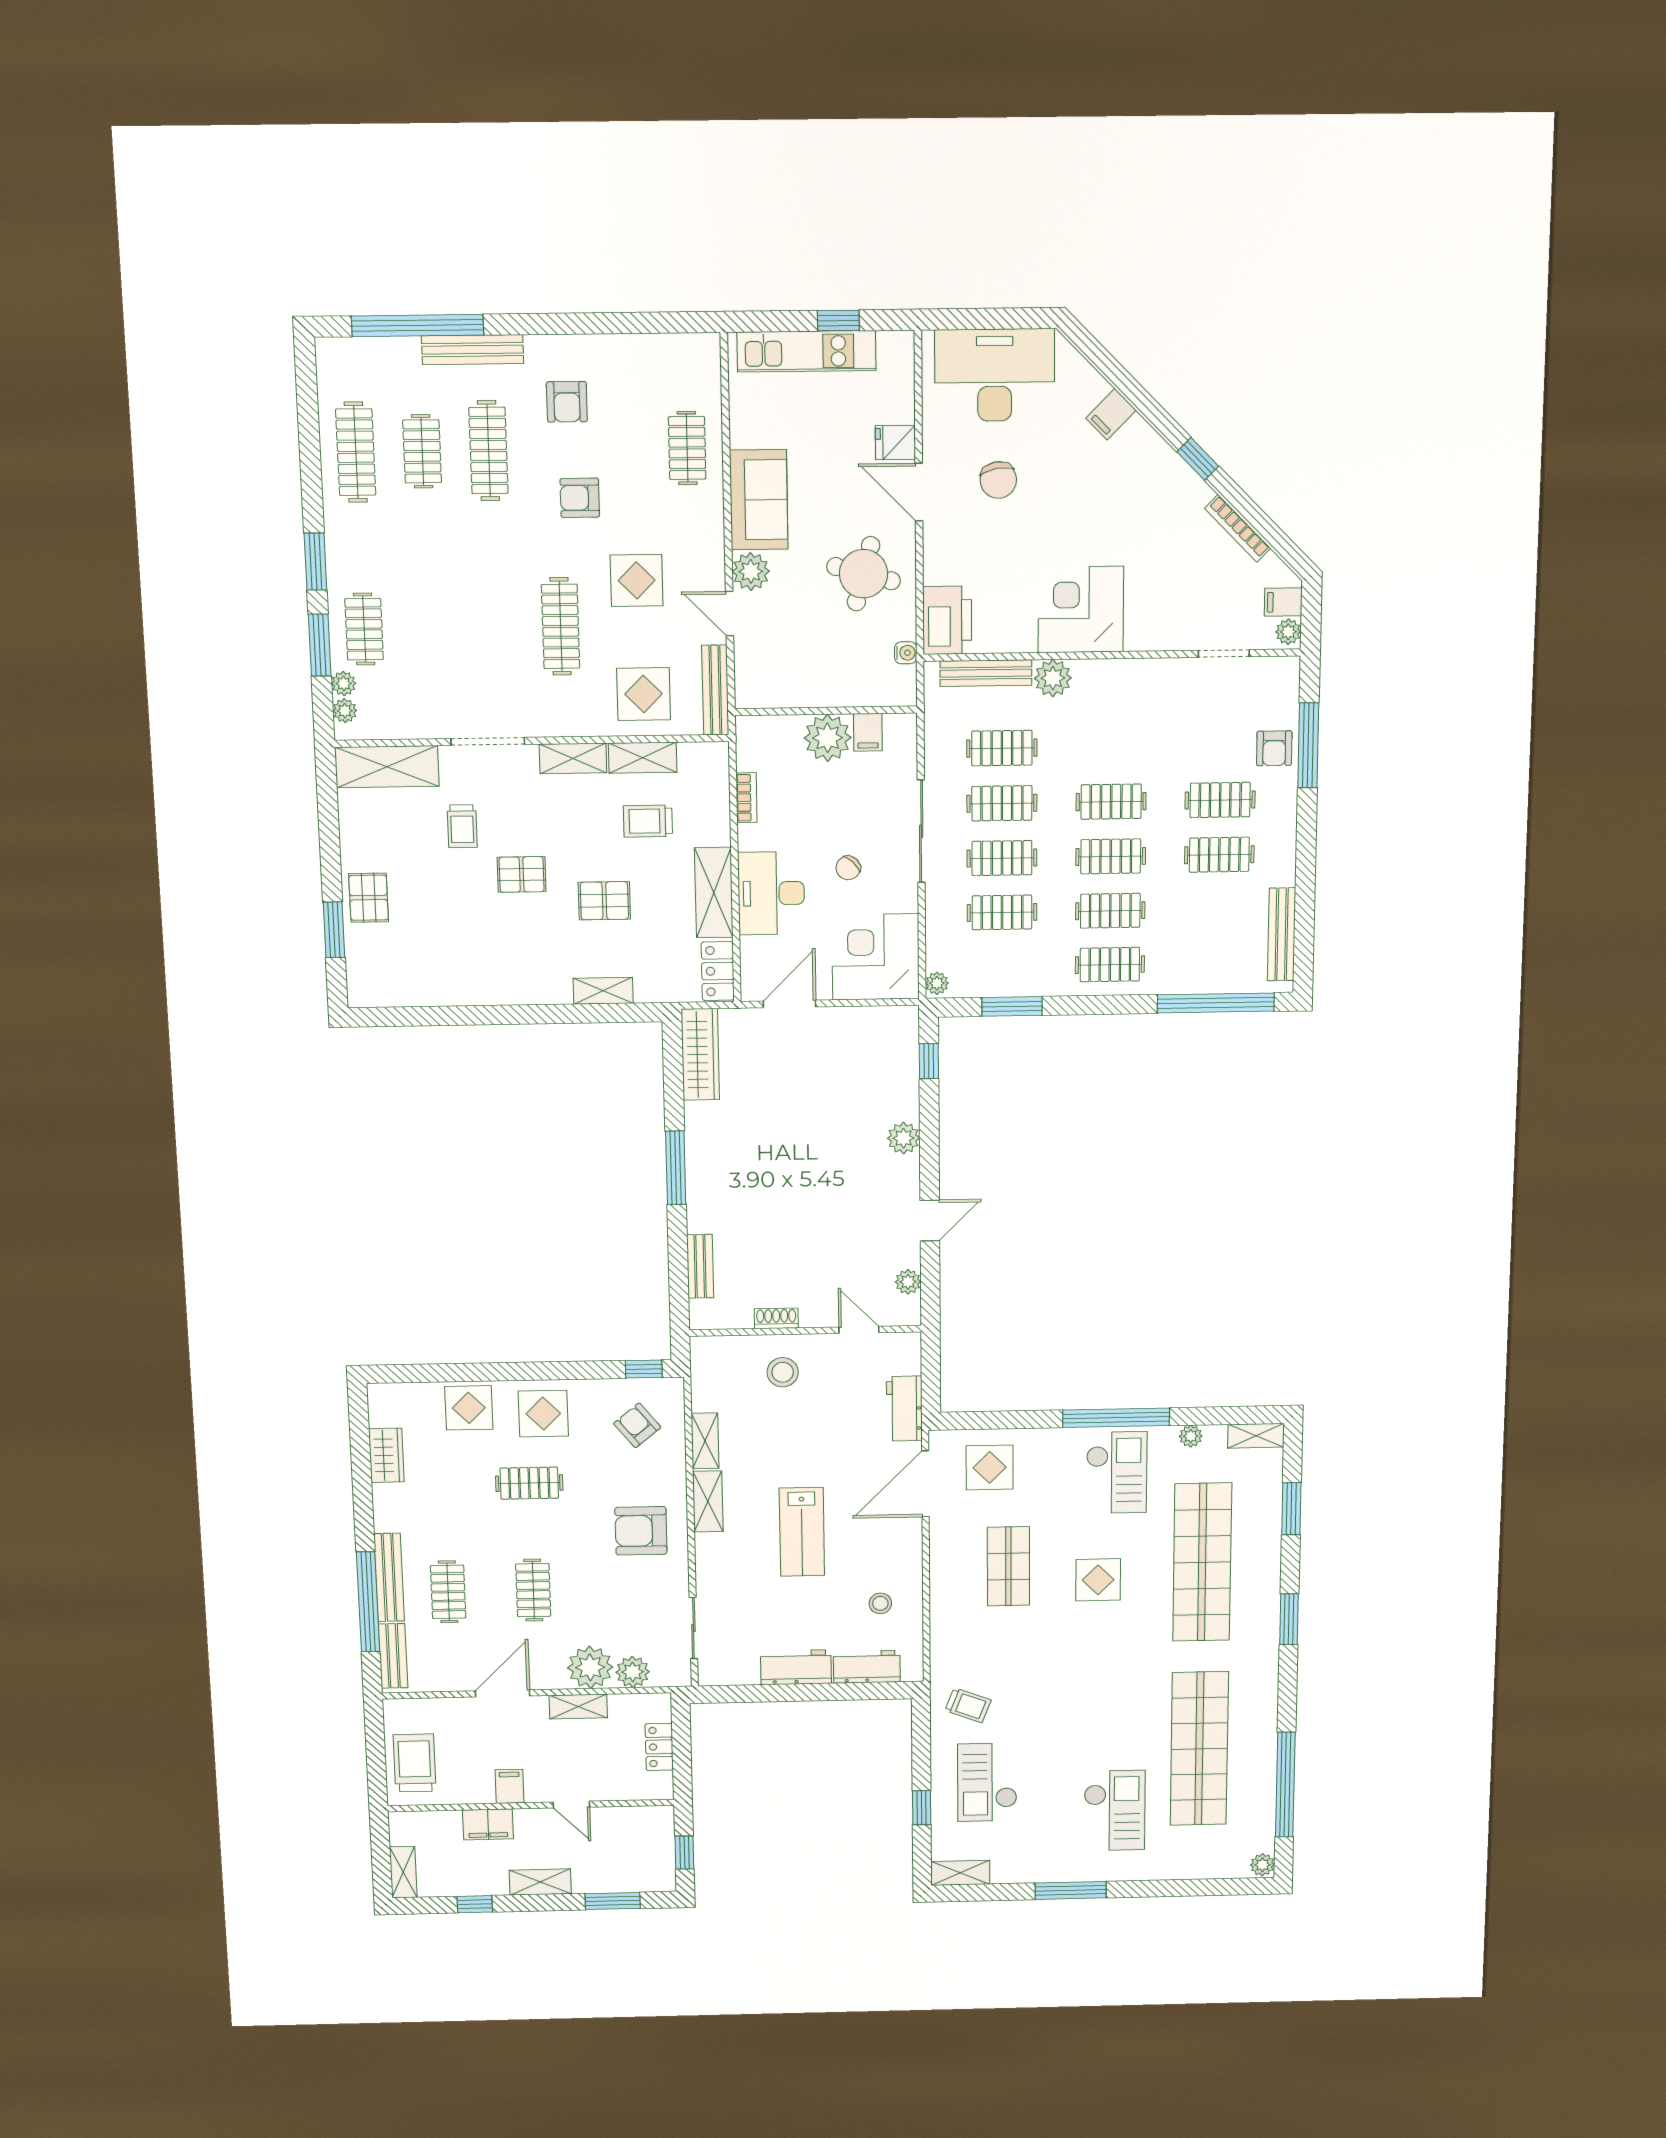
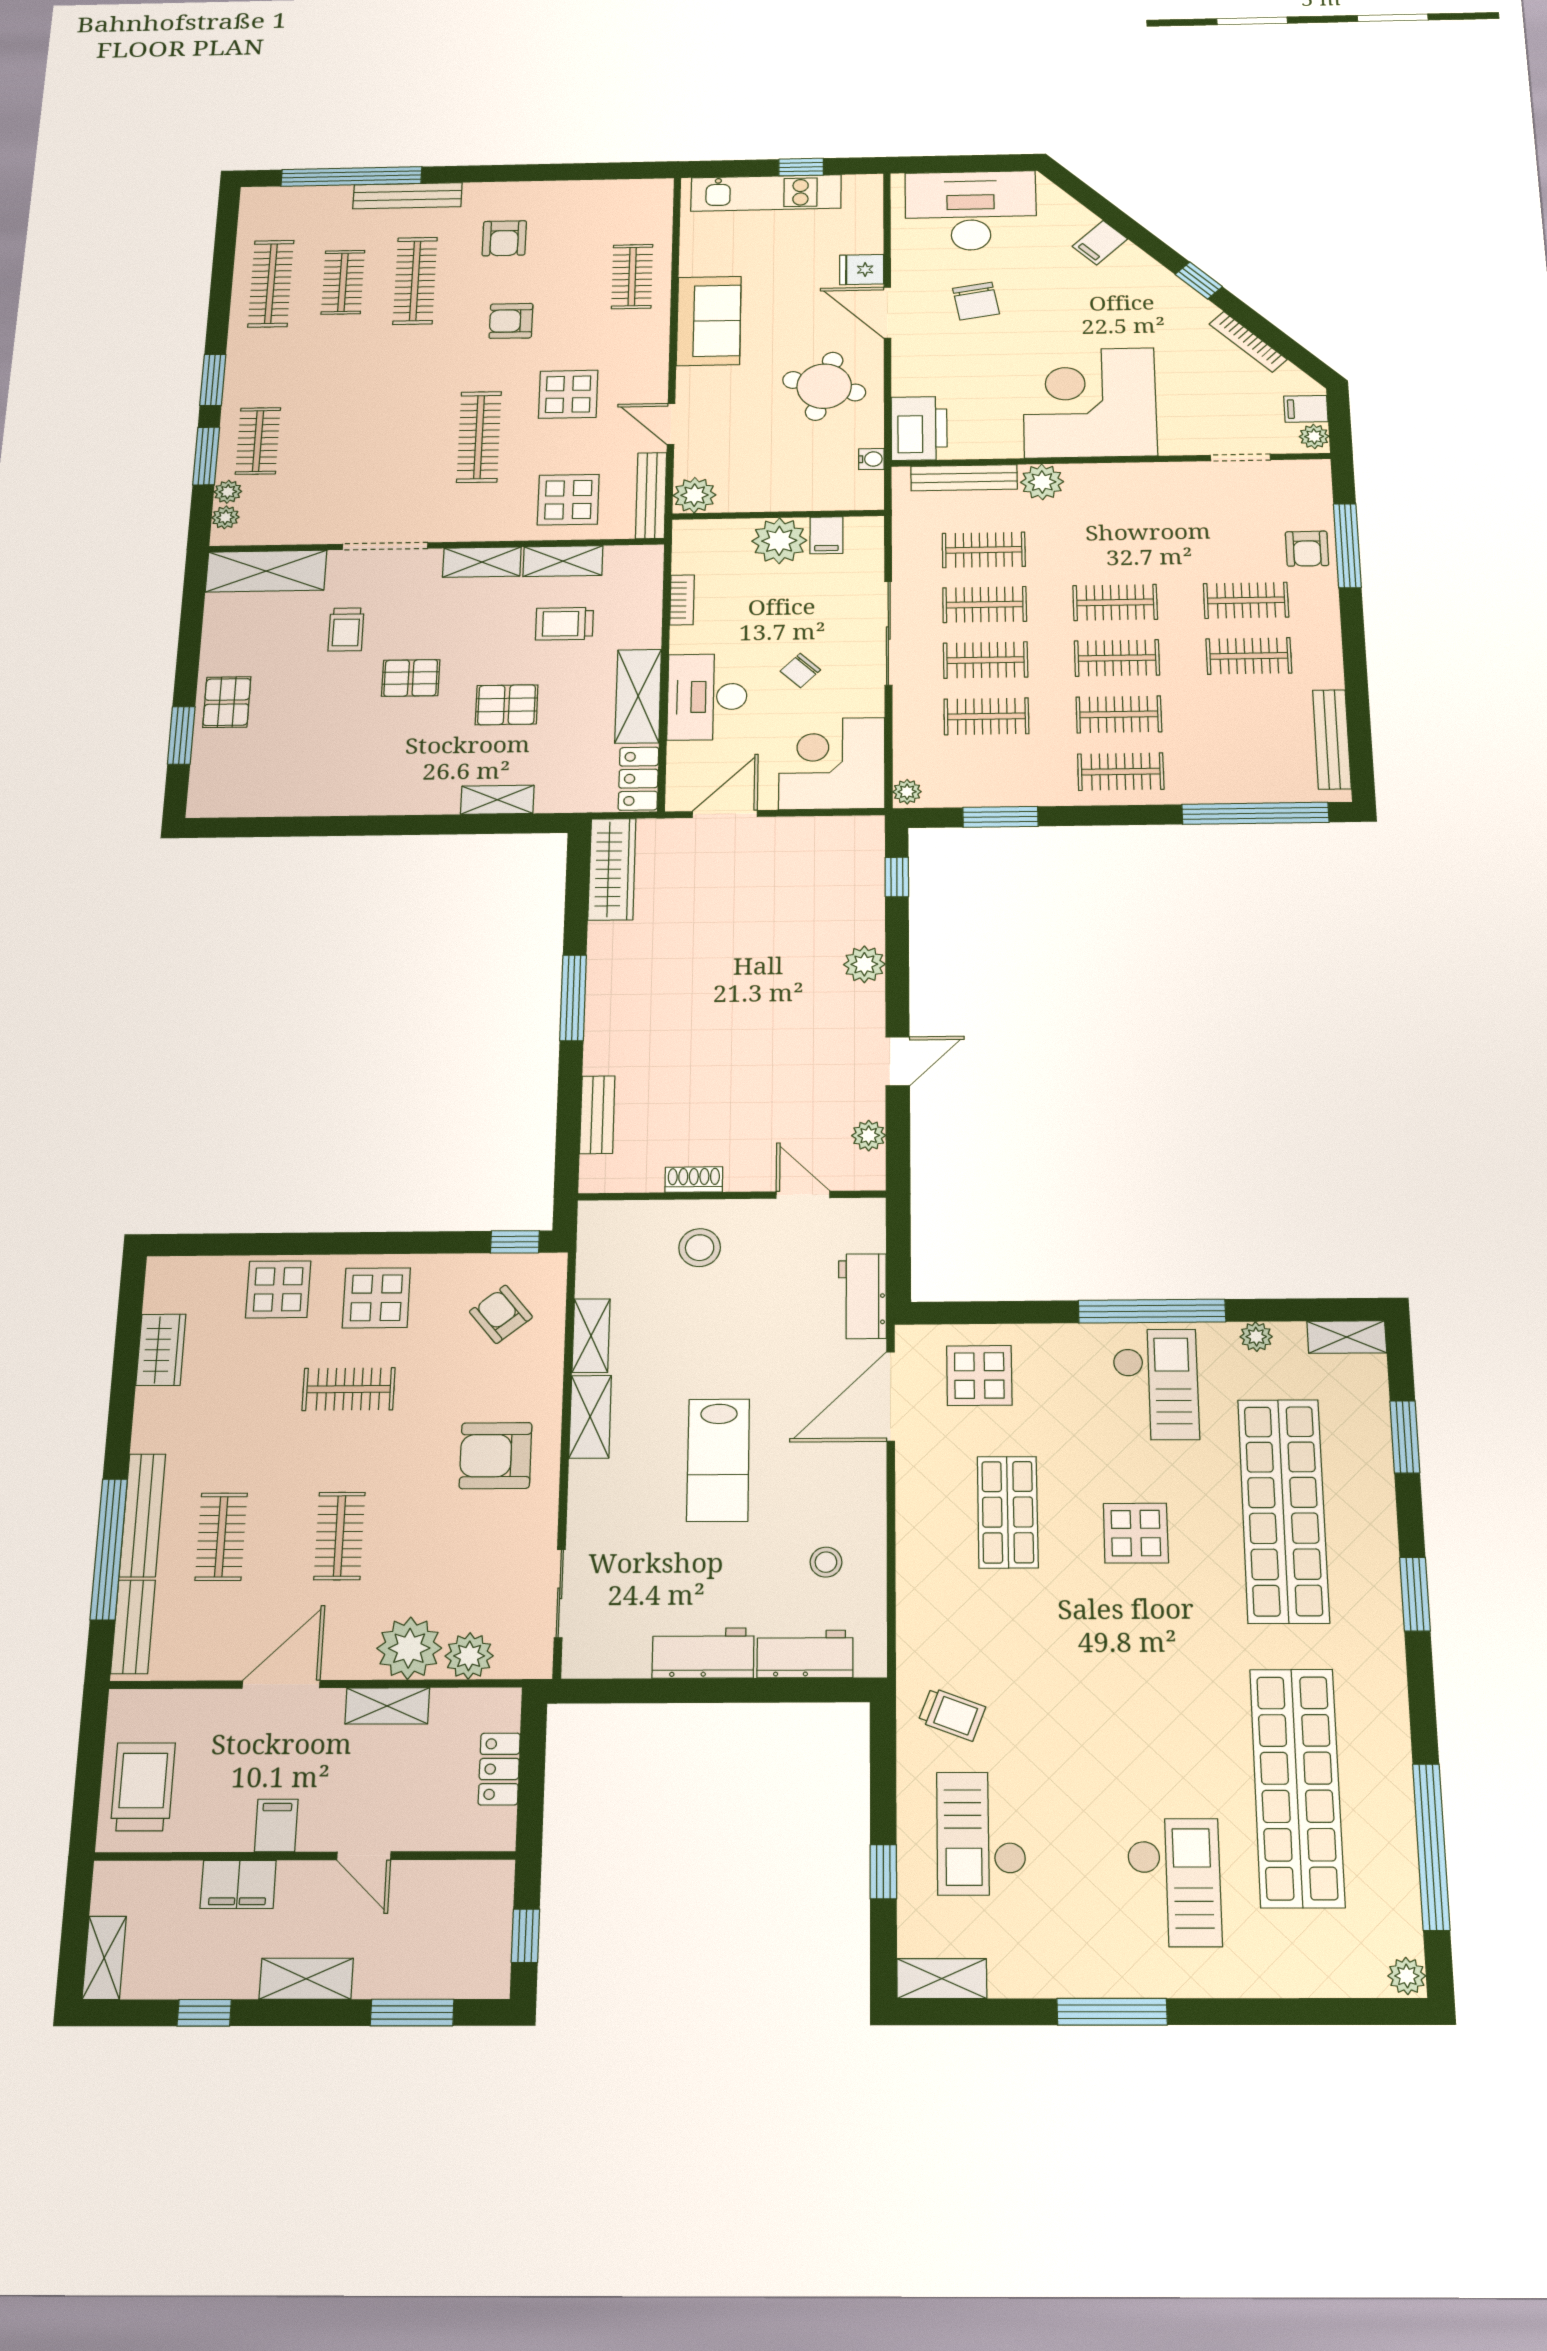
plant: (751, 571) -> (694, 495), moved
corner desk: (1081, 610) -> (1090, 403), width x1.36, depth x1.36

